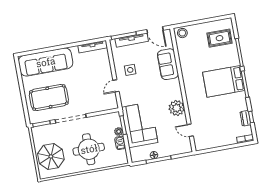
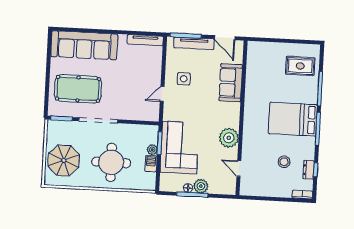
stool: (182, 33) -> (284, 162), moved
plant: (164, 151) -> (201, 186), added

